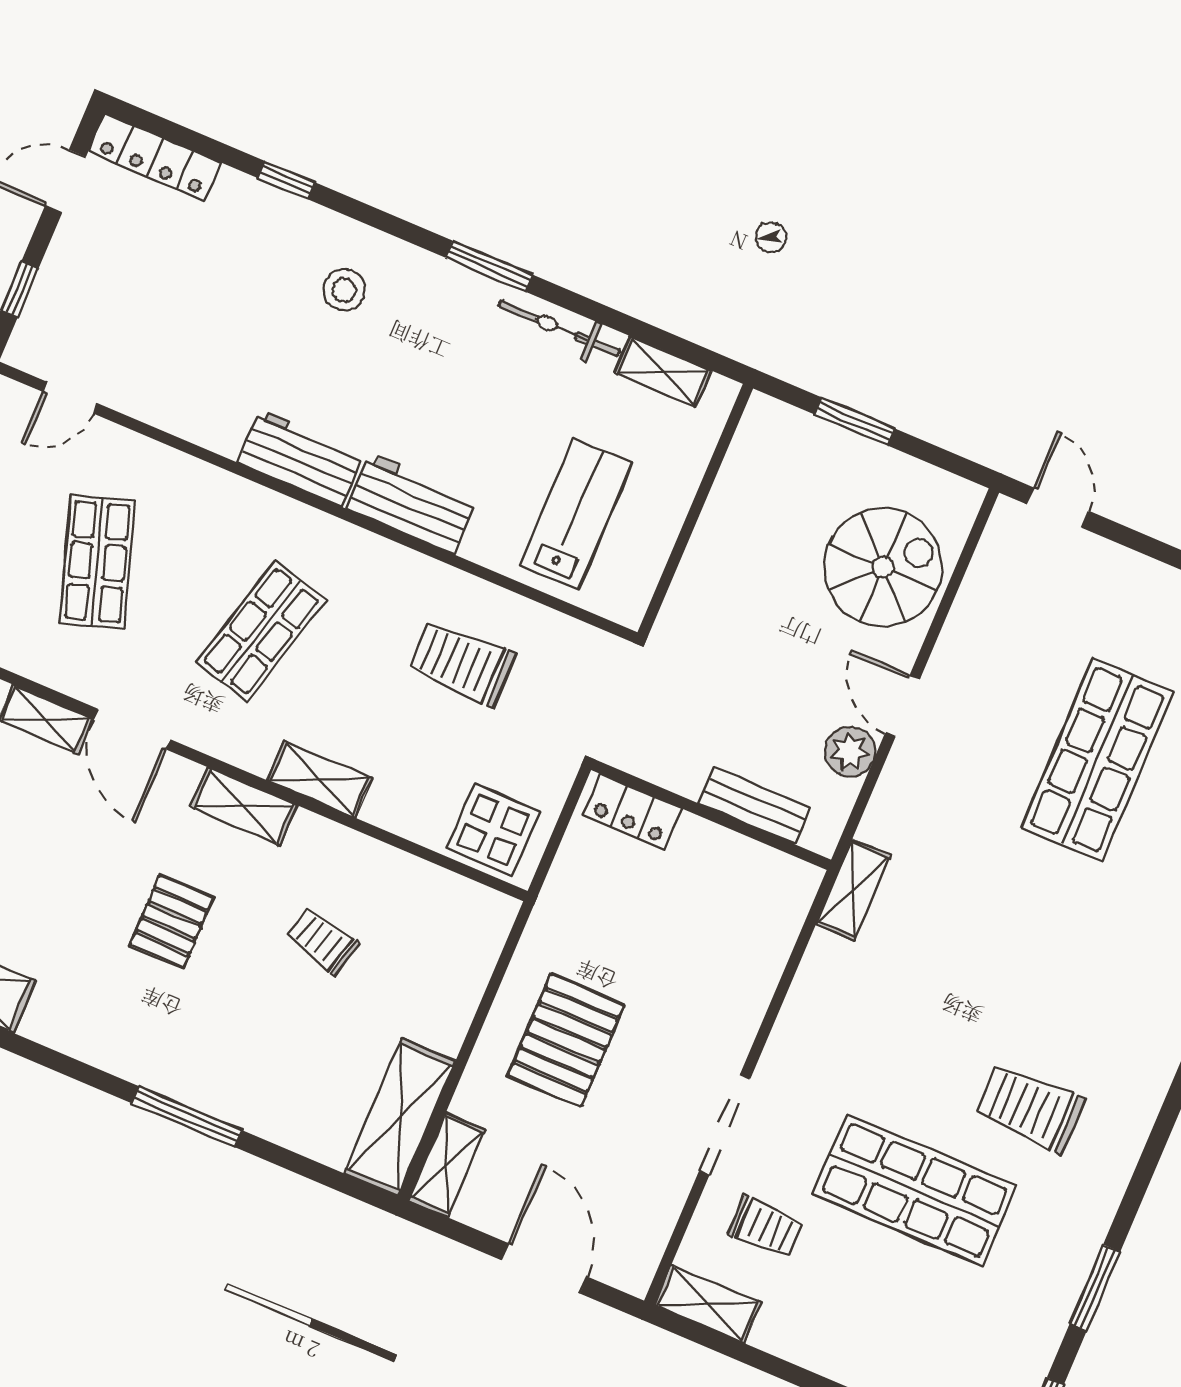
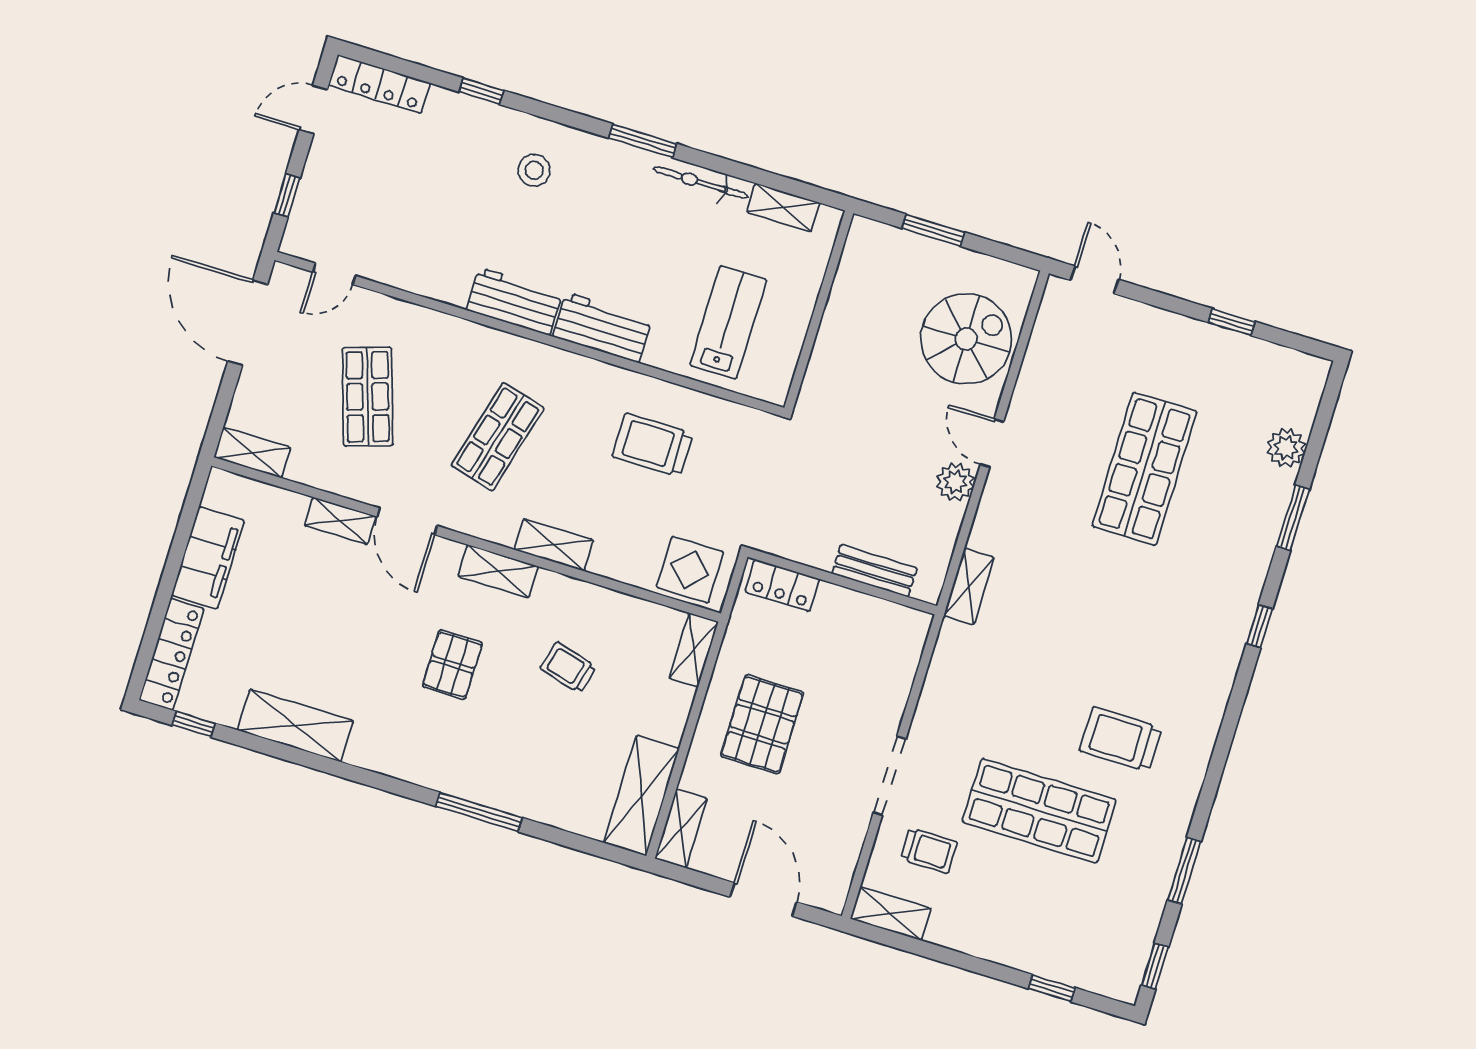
bench: (754, 805) -> (874, 571), moved
locker: (632, 812) -> (782, 585), moved
wall: (711, 815) -> (842, 581), moved
shelving: (487, 935) -> (694, 650), added

